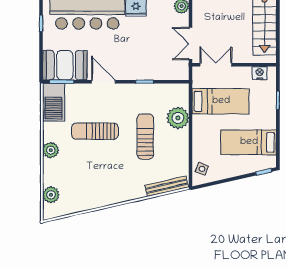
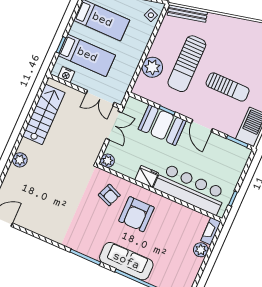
booth: (65, 65) -> (162, 125), moved
bed: (221, 101) -> (87, 55), moved, turned 180
sun lounger: (145, 137) -> (187, 64), width x1.36, depth x1.34

